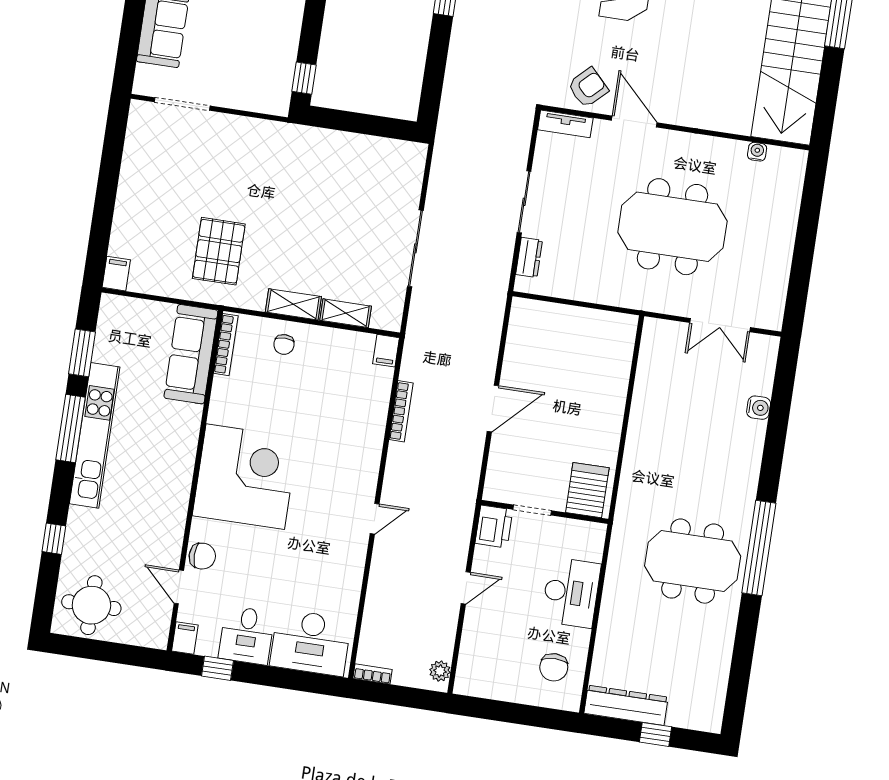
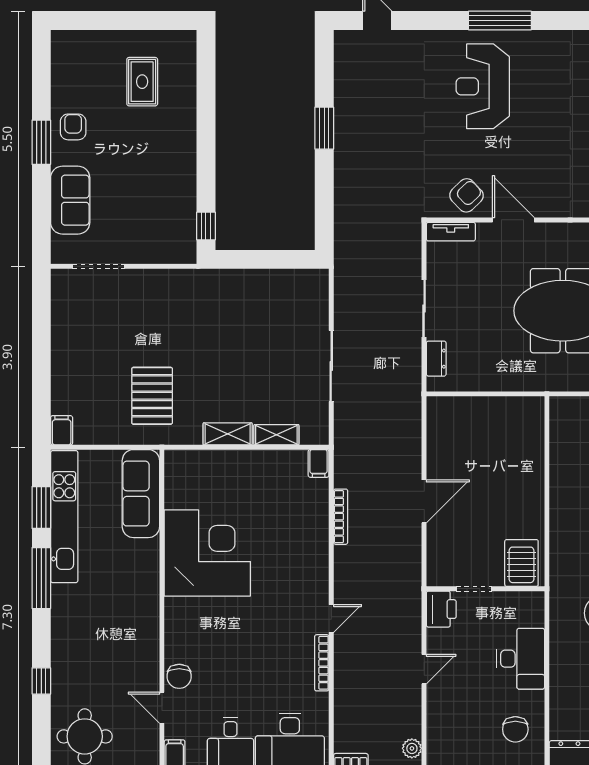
chair: (284, 344) -> (224, 472), removed
bookcase: (226, 345) -> (322, 663), moved, turned 180
kitchen unit: (95, 435) -> (64, 517), moved
corner desk: (245, 477) -> (207, 553), moved
chair: (202, 556) -> (179, 676), turned 90

